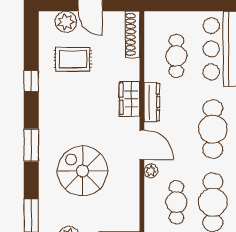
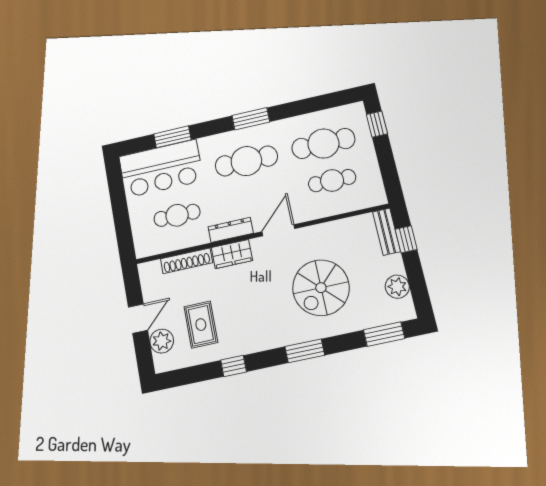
shoe rack: (132, 34) -> (186, 261), moved
plant: (151, 171) -> (304, 214), removed

